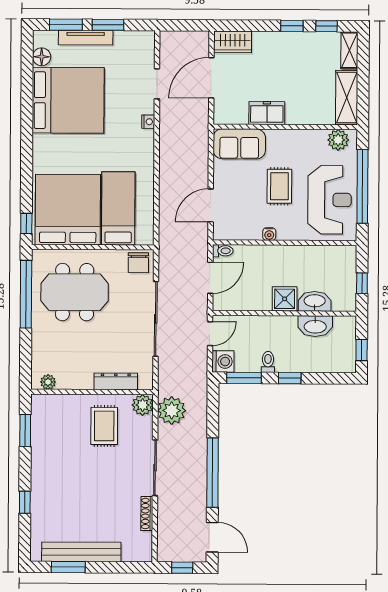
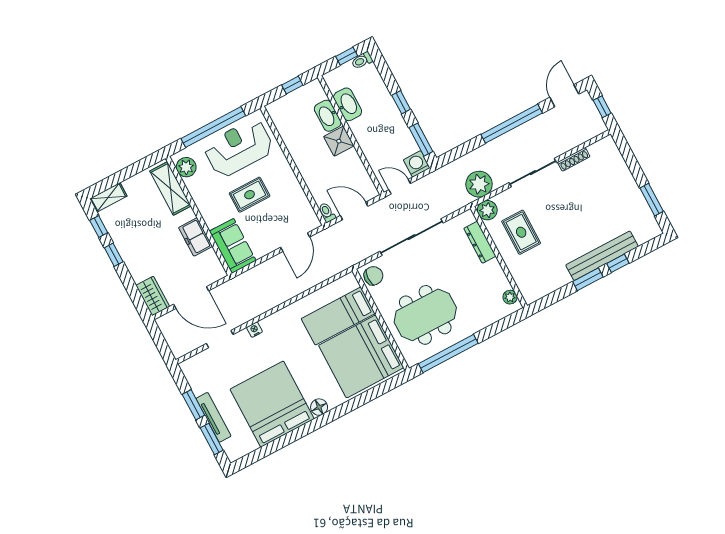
floor lamp: (42, 57) -> (319, 407), moved
shelving: (347, 98) -> (170, 189), moved, turned 90
door: (211, 205) -> (295, 242), hinge flipped
window: (26, 223) -> (391, 384), removed
water cooler: (269, 234) -> (293, 182), removed
meeting table: (75, 292) -> (425, 315), turned 90
toilet: (268, 362) -> (362, 61), moved
rug: (104, 426) -> (521, 232), turned 90
window: (25, 430) -> (588, 279), moved
bench: (81, 552) -> (602, 256), moved, turned 90

